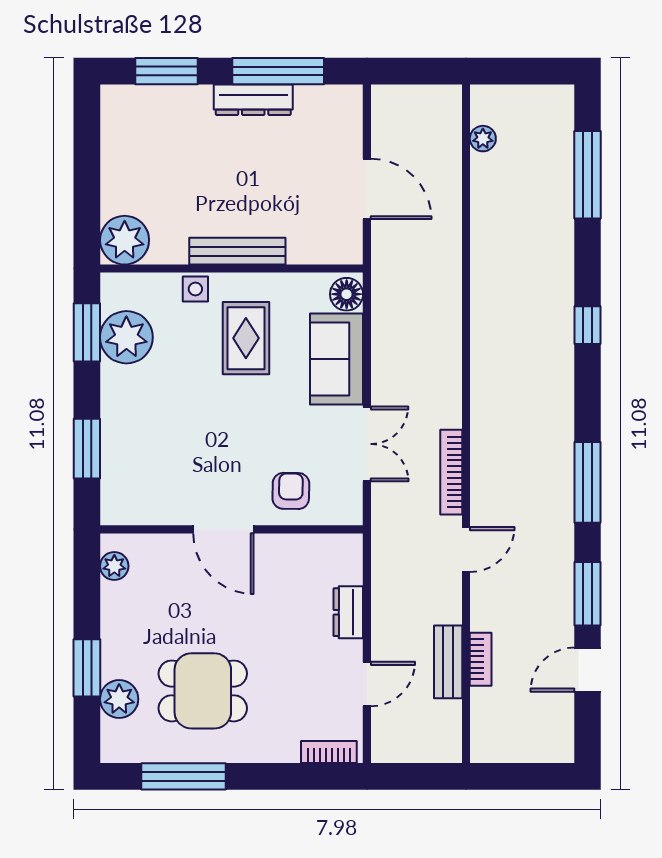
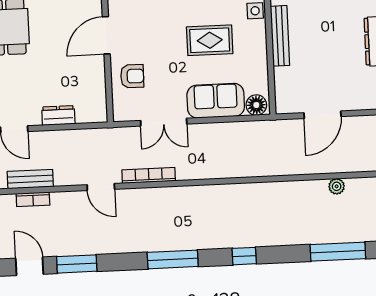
plant: (483, 139) -> (337, 186), moved
rug: (246, 338) -> (210, 40), moved
window: (588, 482) -> (173, 259), moved

